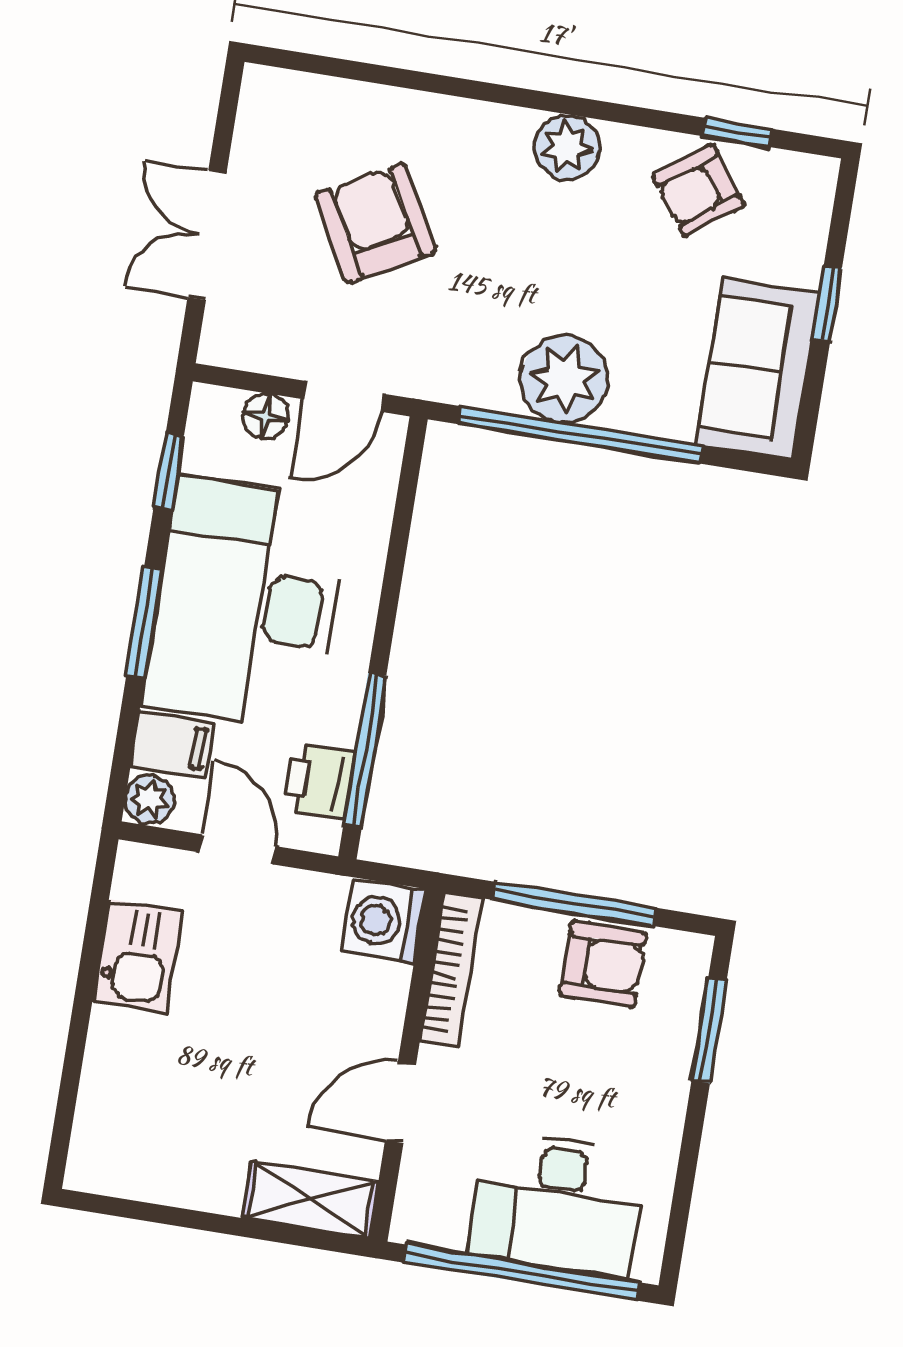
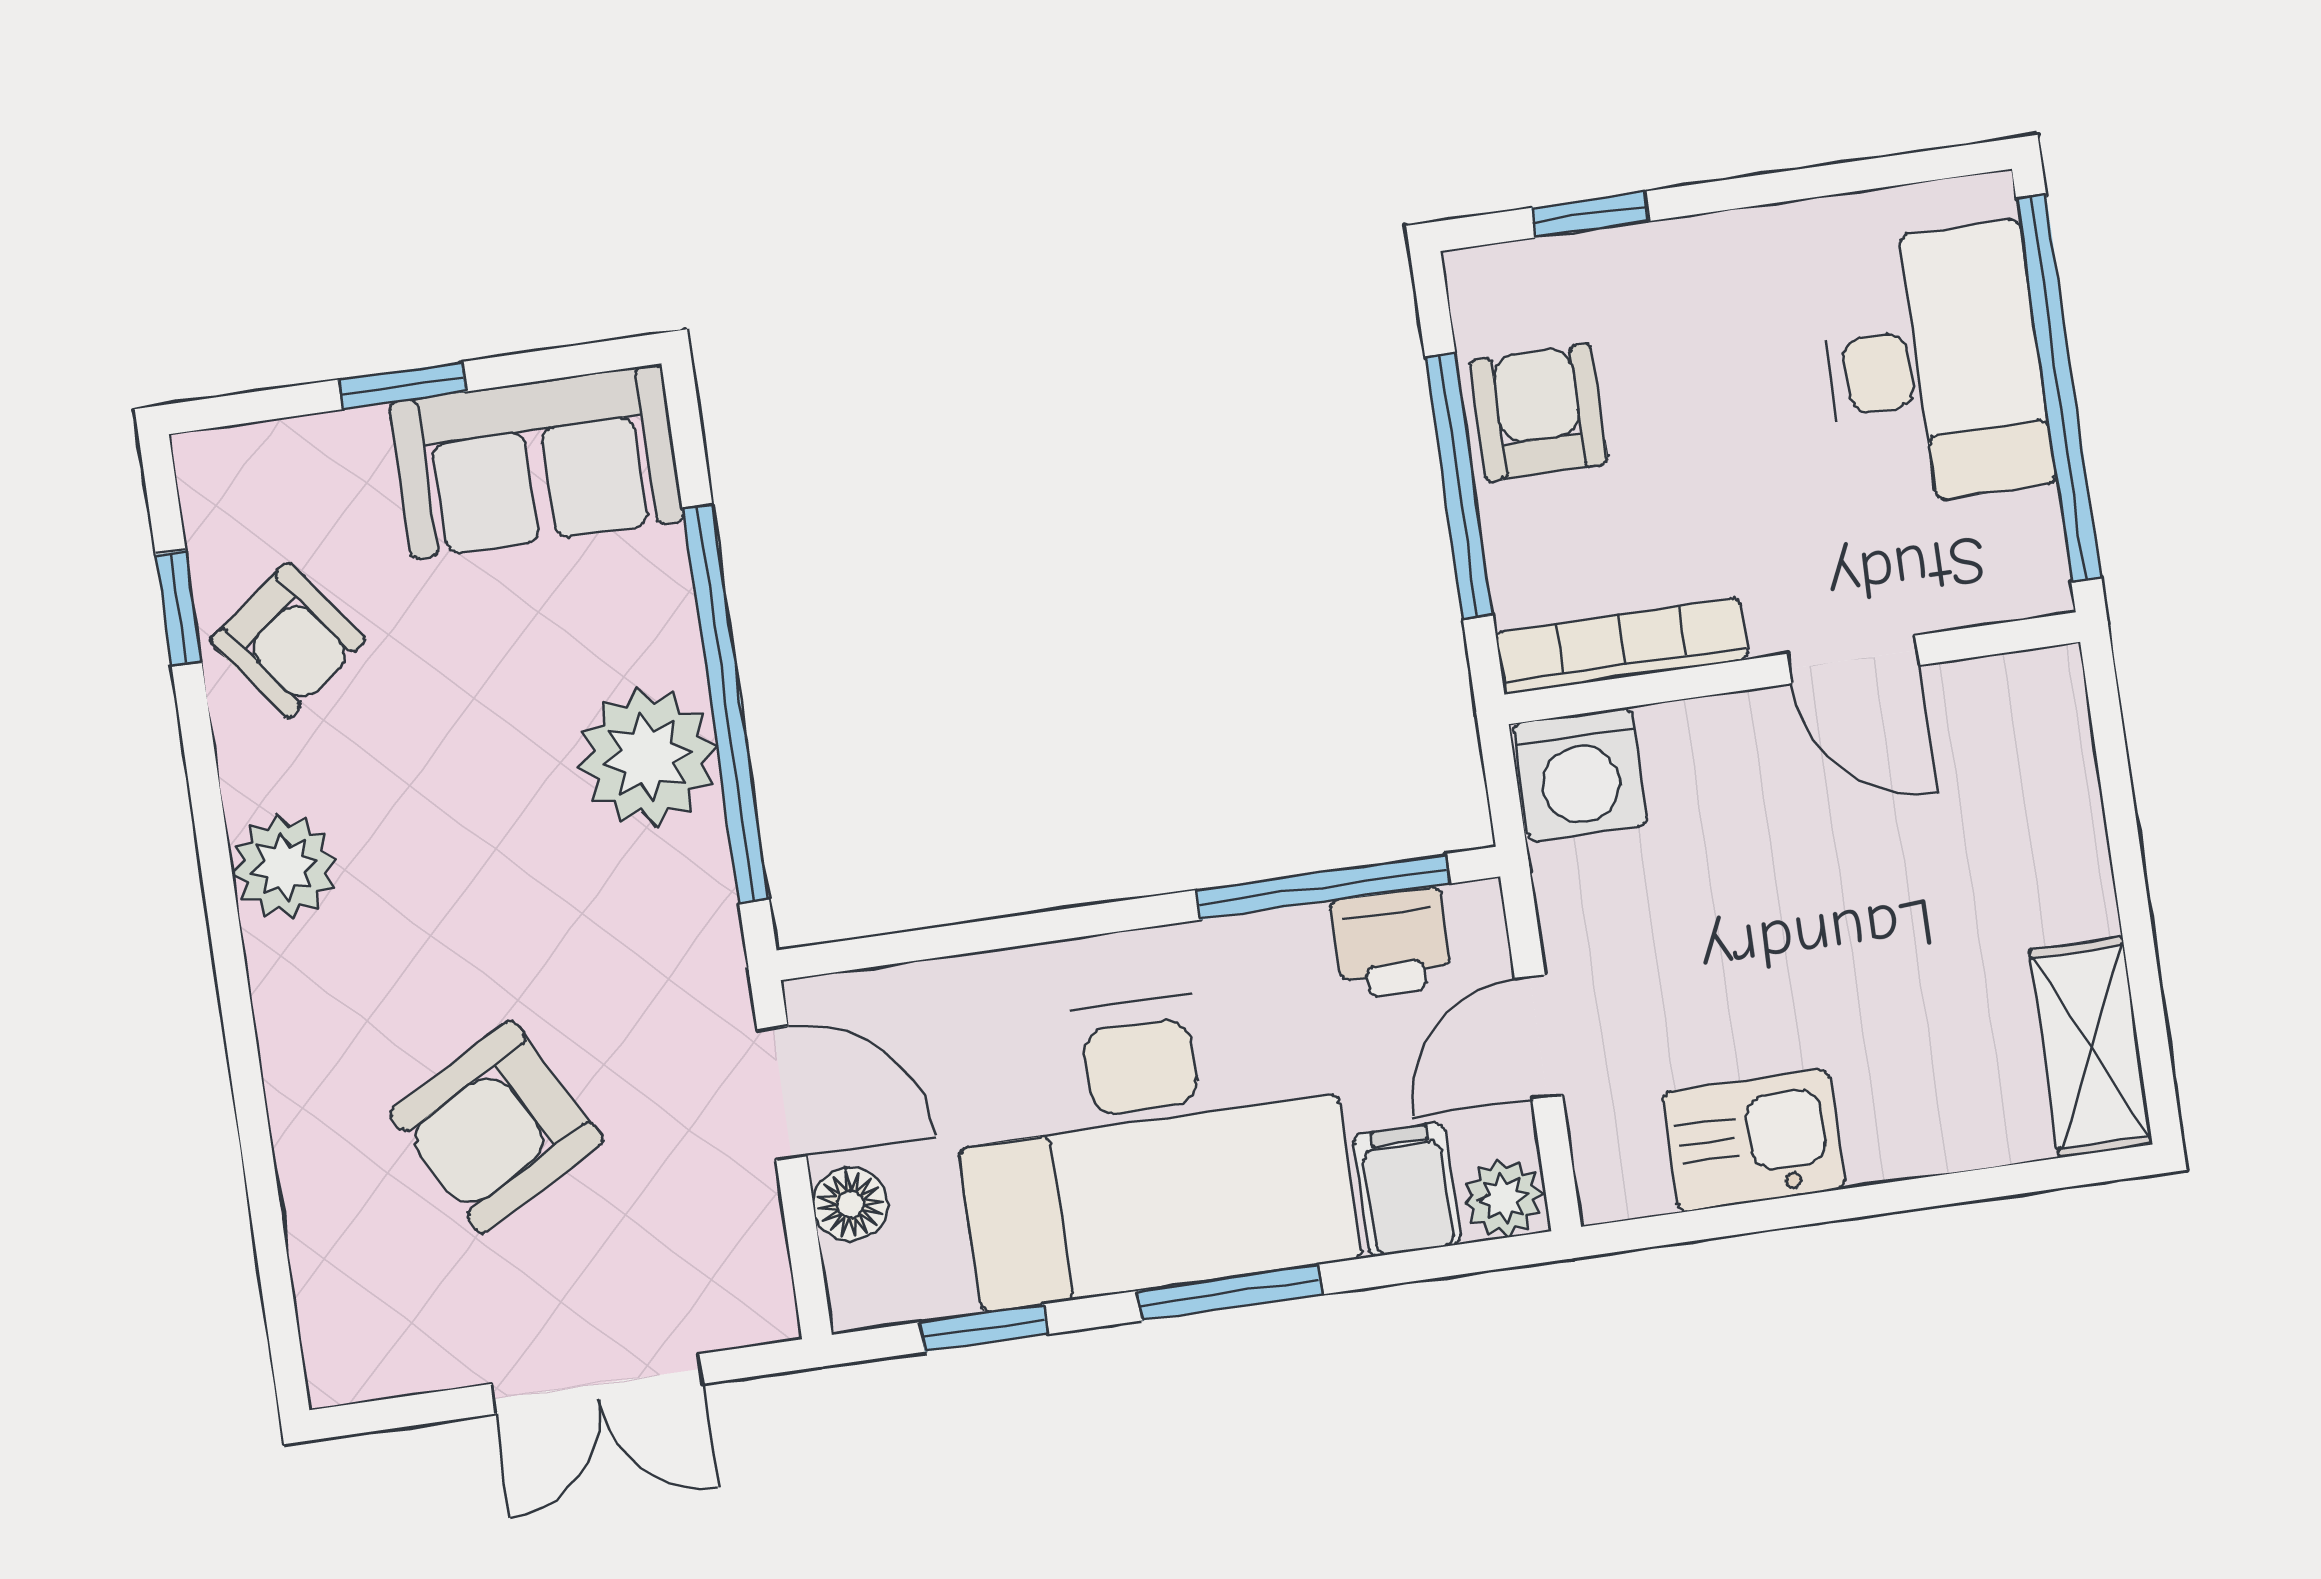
window: (709, 1030) -> (1590, 214), width x0.67
shelving: (310, 1200) -> (2091, 1047), moved

